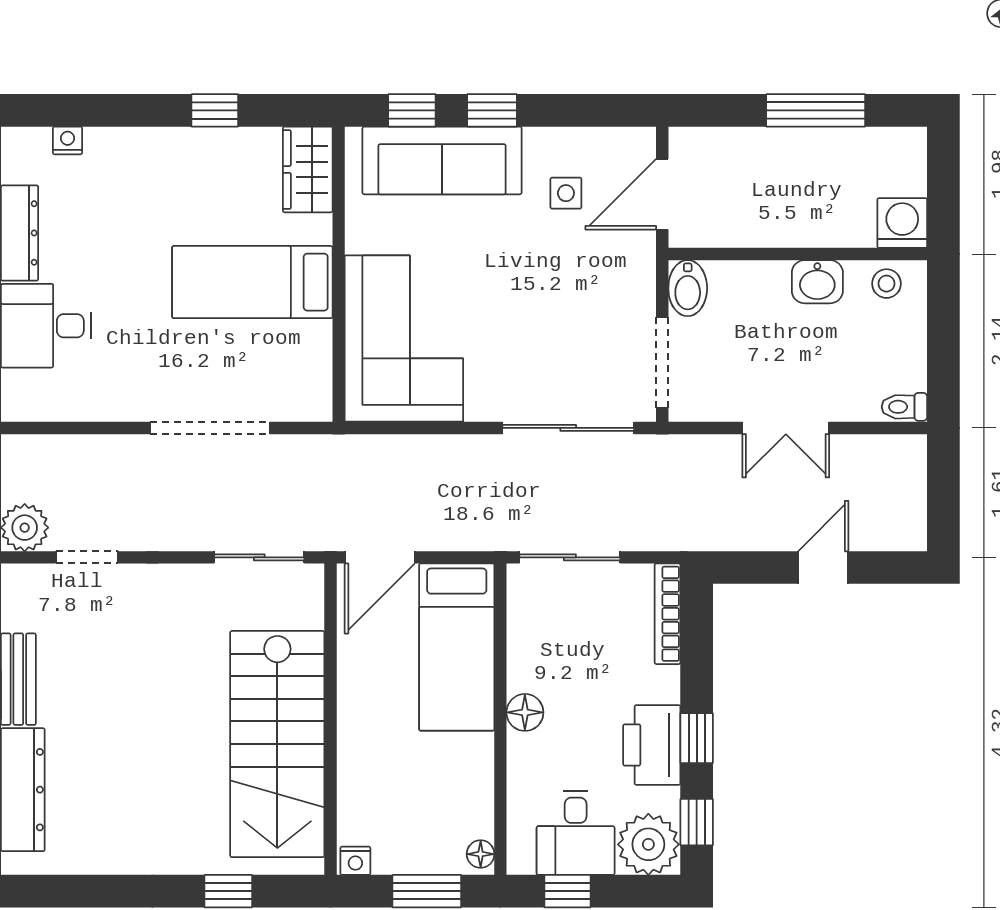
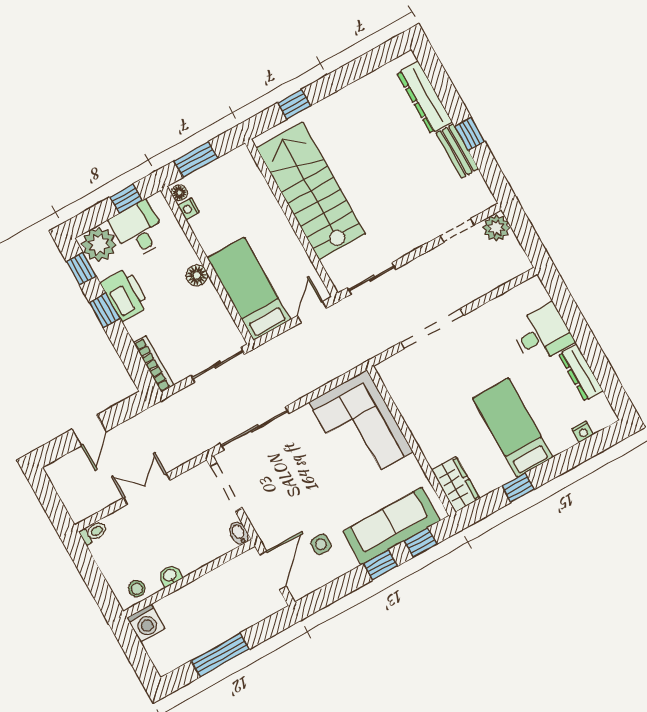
bed: (252, 282) -> (513, 428), moved, turned -90
washbasin: (817, 282) -> (170, 576), width x0.72, depth x0.69
bidet: (688, 288) -> (239, 533), width x0.72, depth x0.74
door: (380, 557) -> (312, 312), width x0.73
nightstand: (355, 861) -> (189, 209), moved, turned -90

